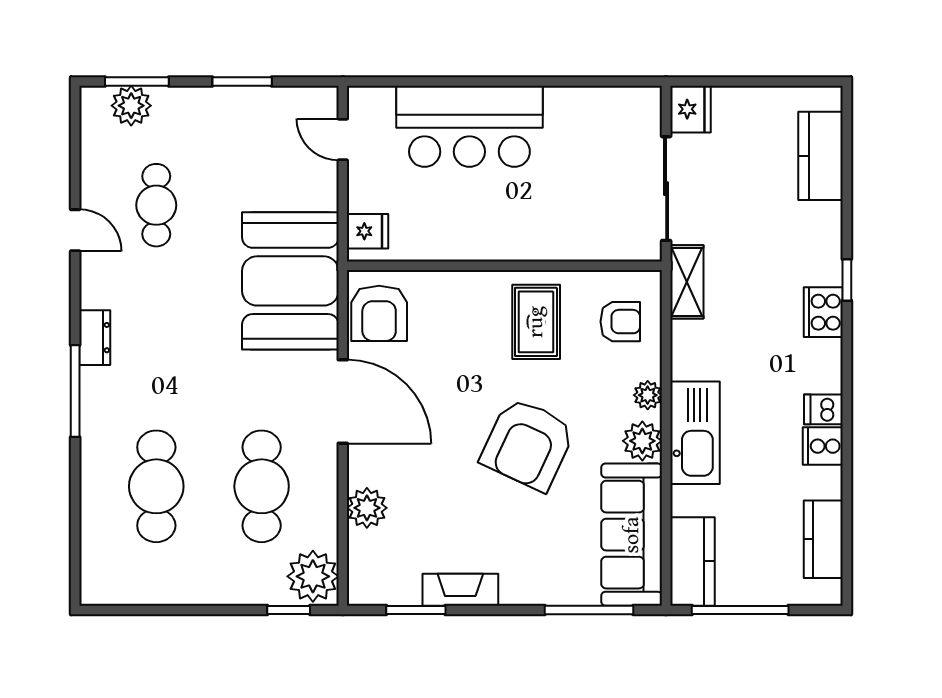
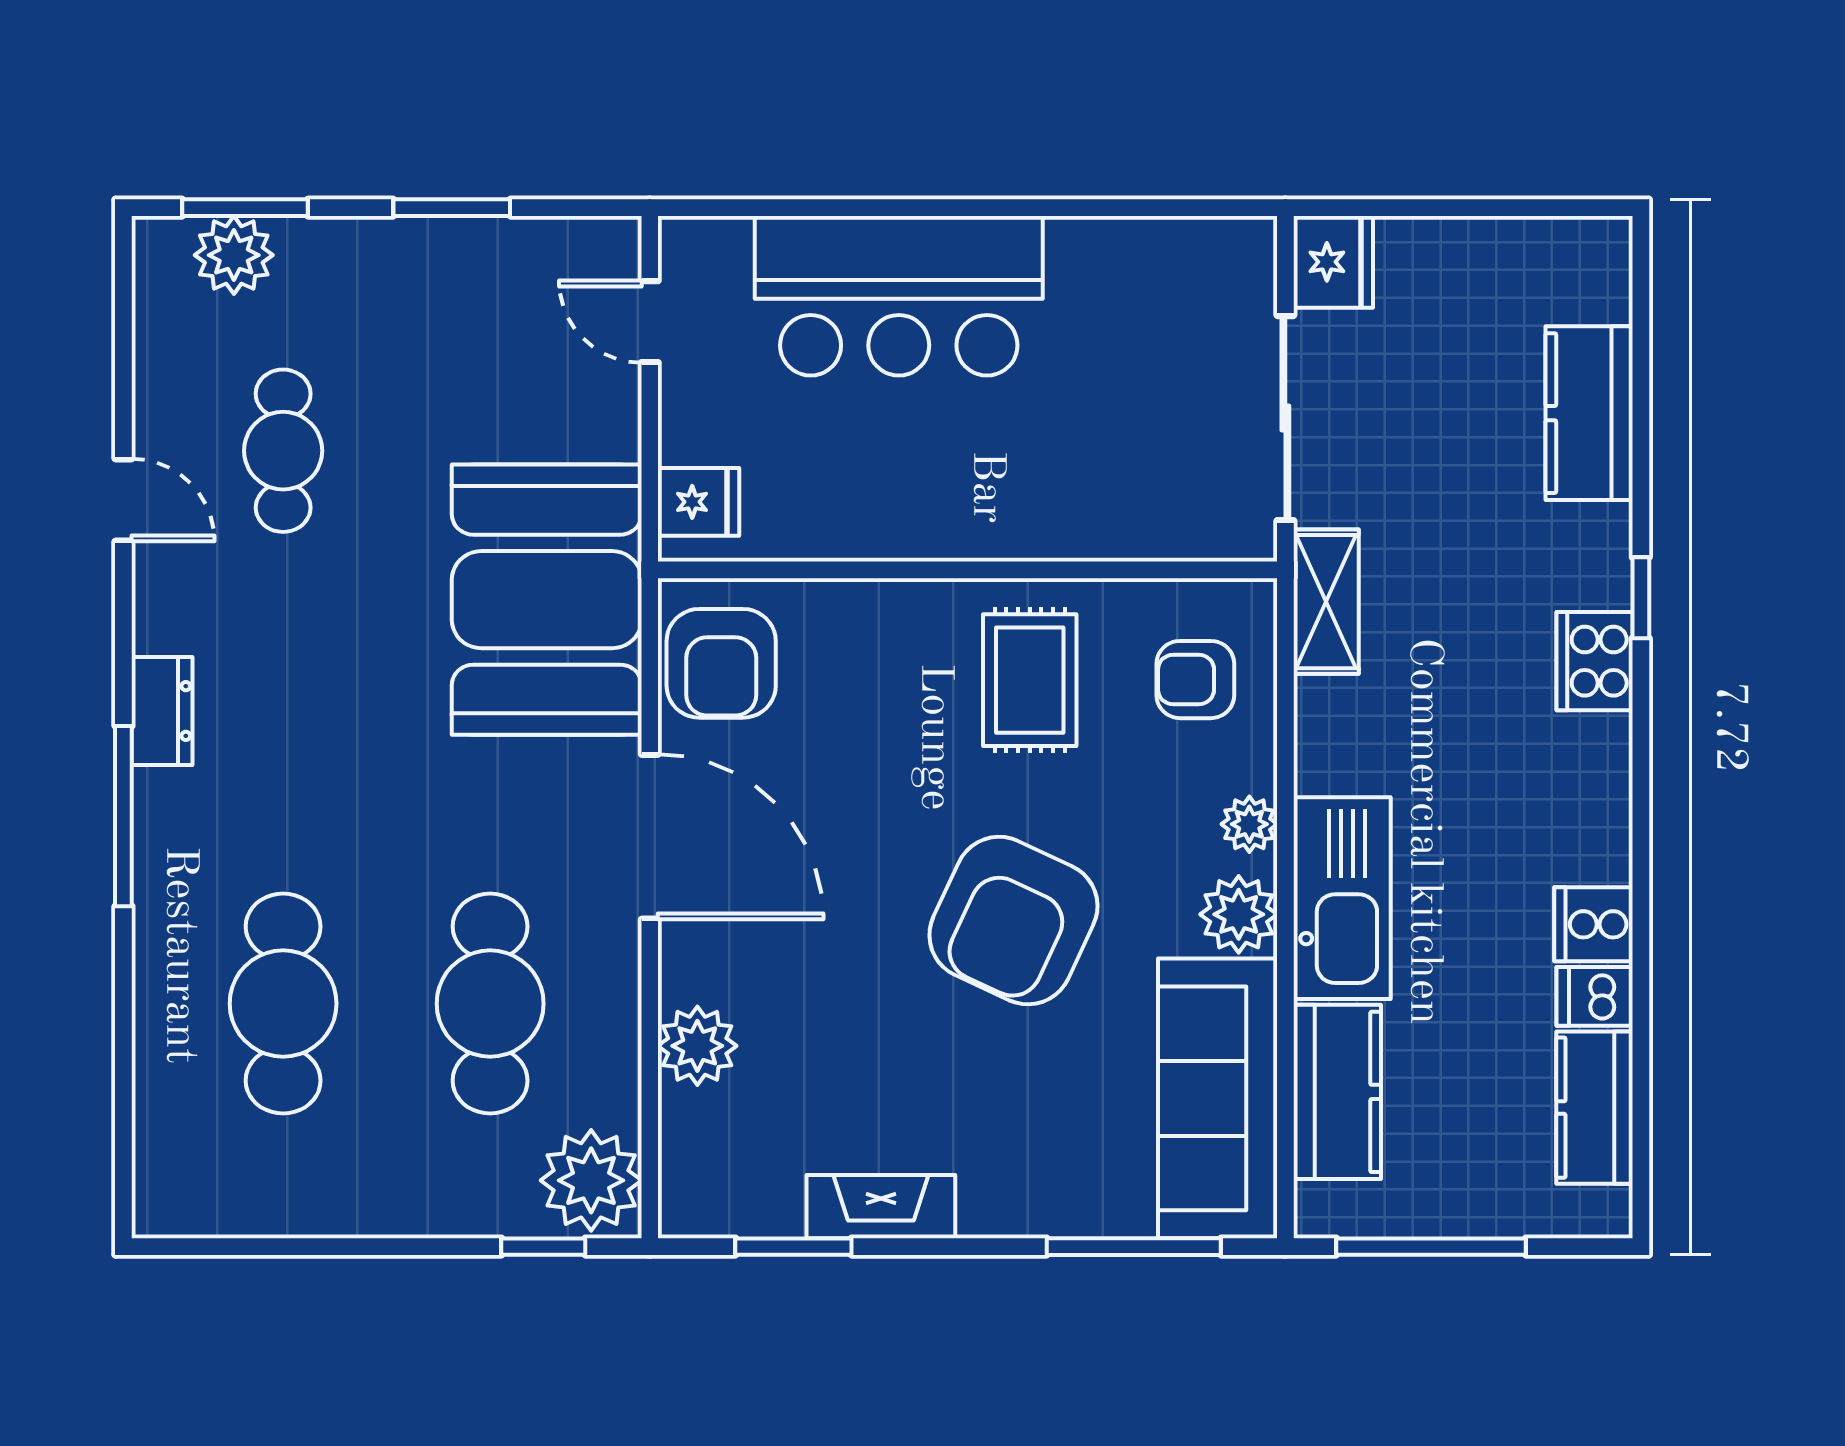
kitchen counter: (821, 156) -> (1589, 413), moved
armchair: (620, 322) -> (1195, 680), turned 180
dishwasher: (823, 409) -> (1595, 996), moved
kitchen counter: (692, 561) -> (1337, 1092), moved

